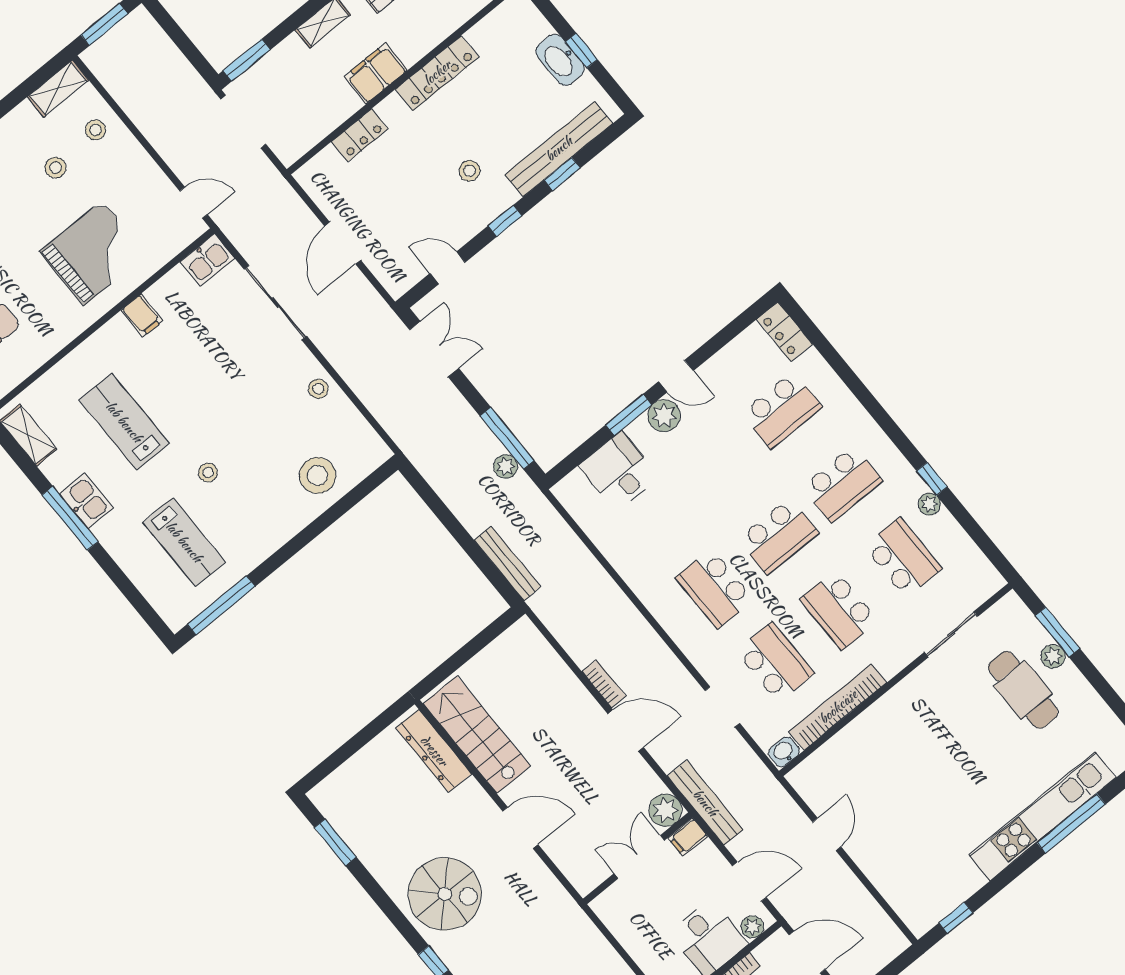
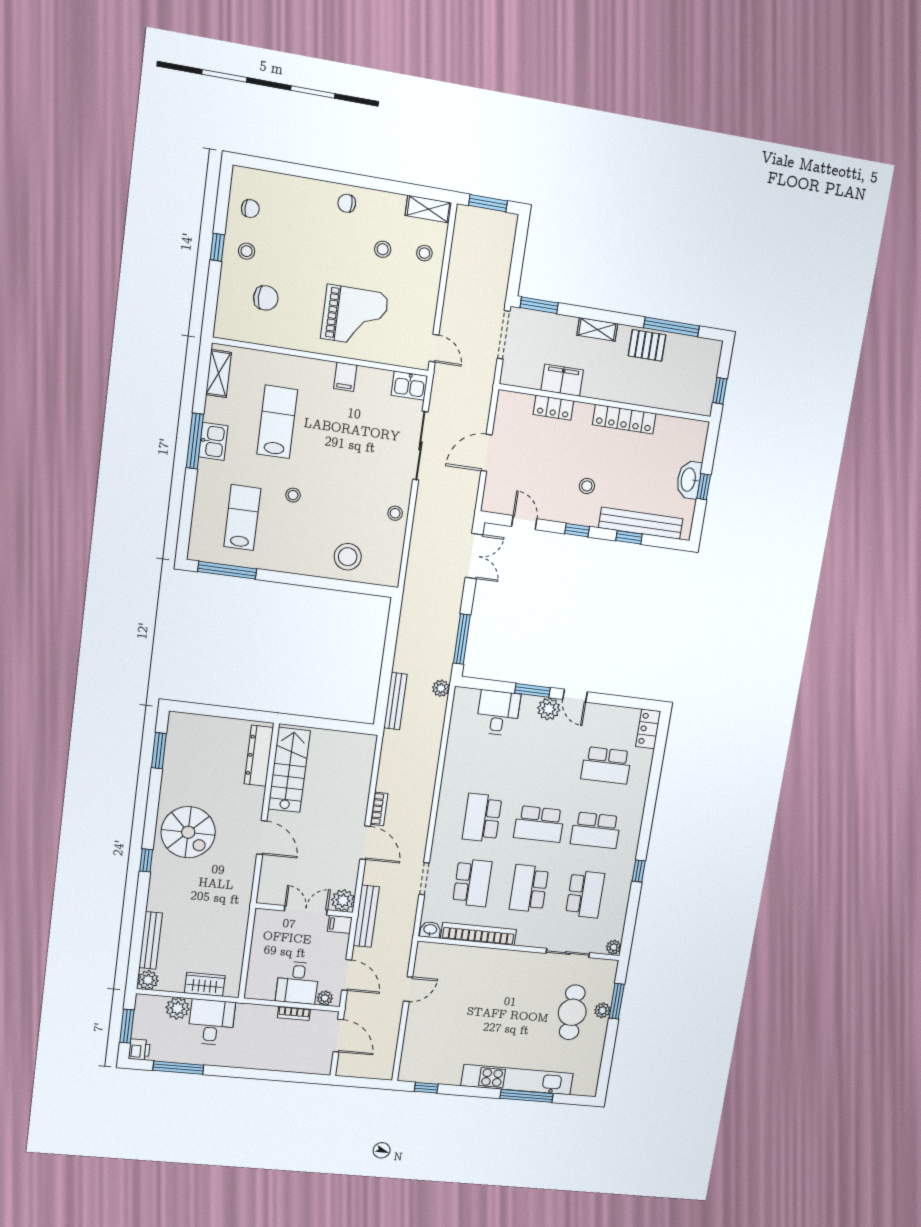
filing cabinet: (376, 73) -> (562, 380), moved
plant: (506, 466) -> (441, 688), moved
plant: (929, 504) -> (614, 947), moved
lab bench: (184, 542) -> (242, 518), turned 180

